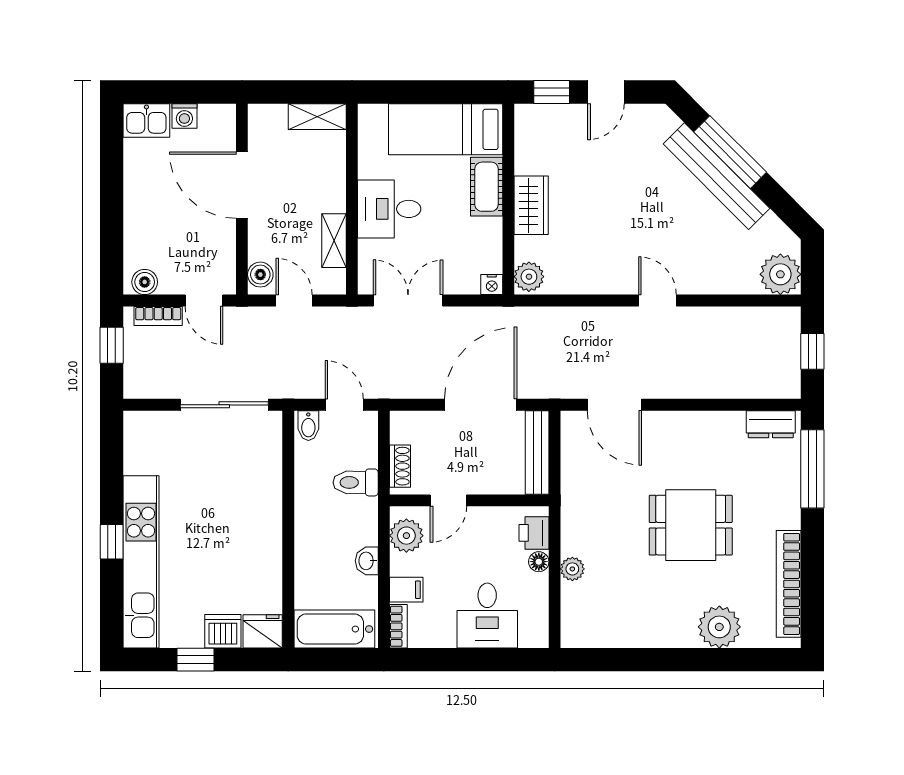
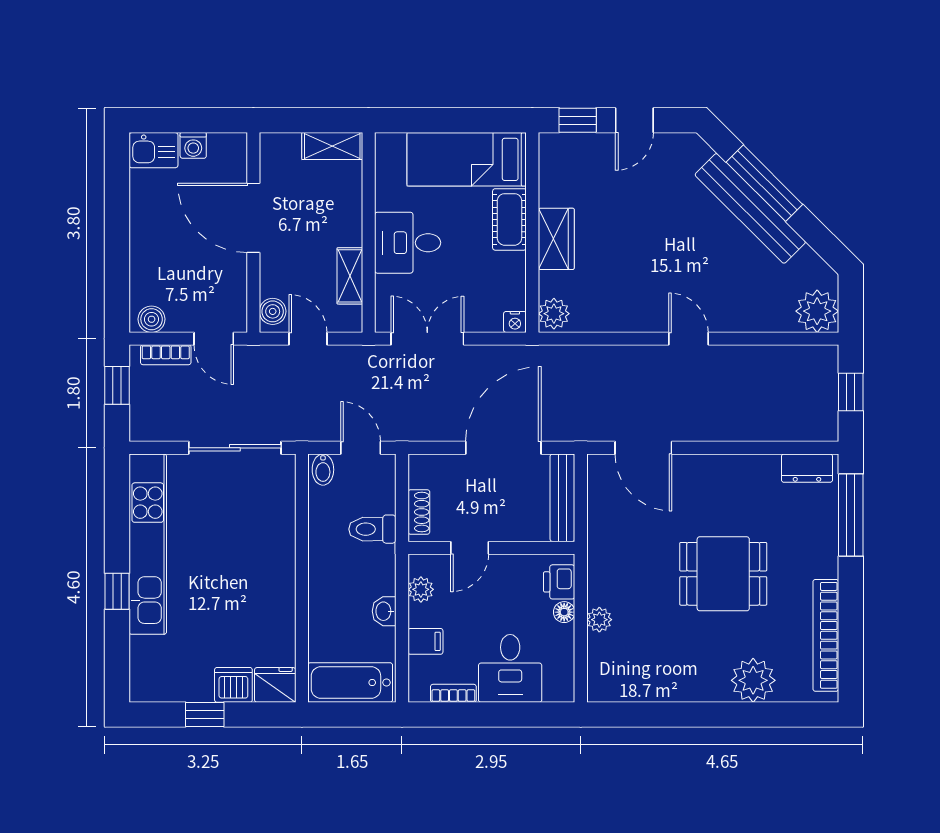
plant: (406, 536) -> (421, 589), width x0.73, depth x0.73
kitchen unit: (141, 562) -> (148, 544), moved
bookcase: (398, 626) -> (453, 693), moved, turned -90

